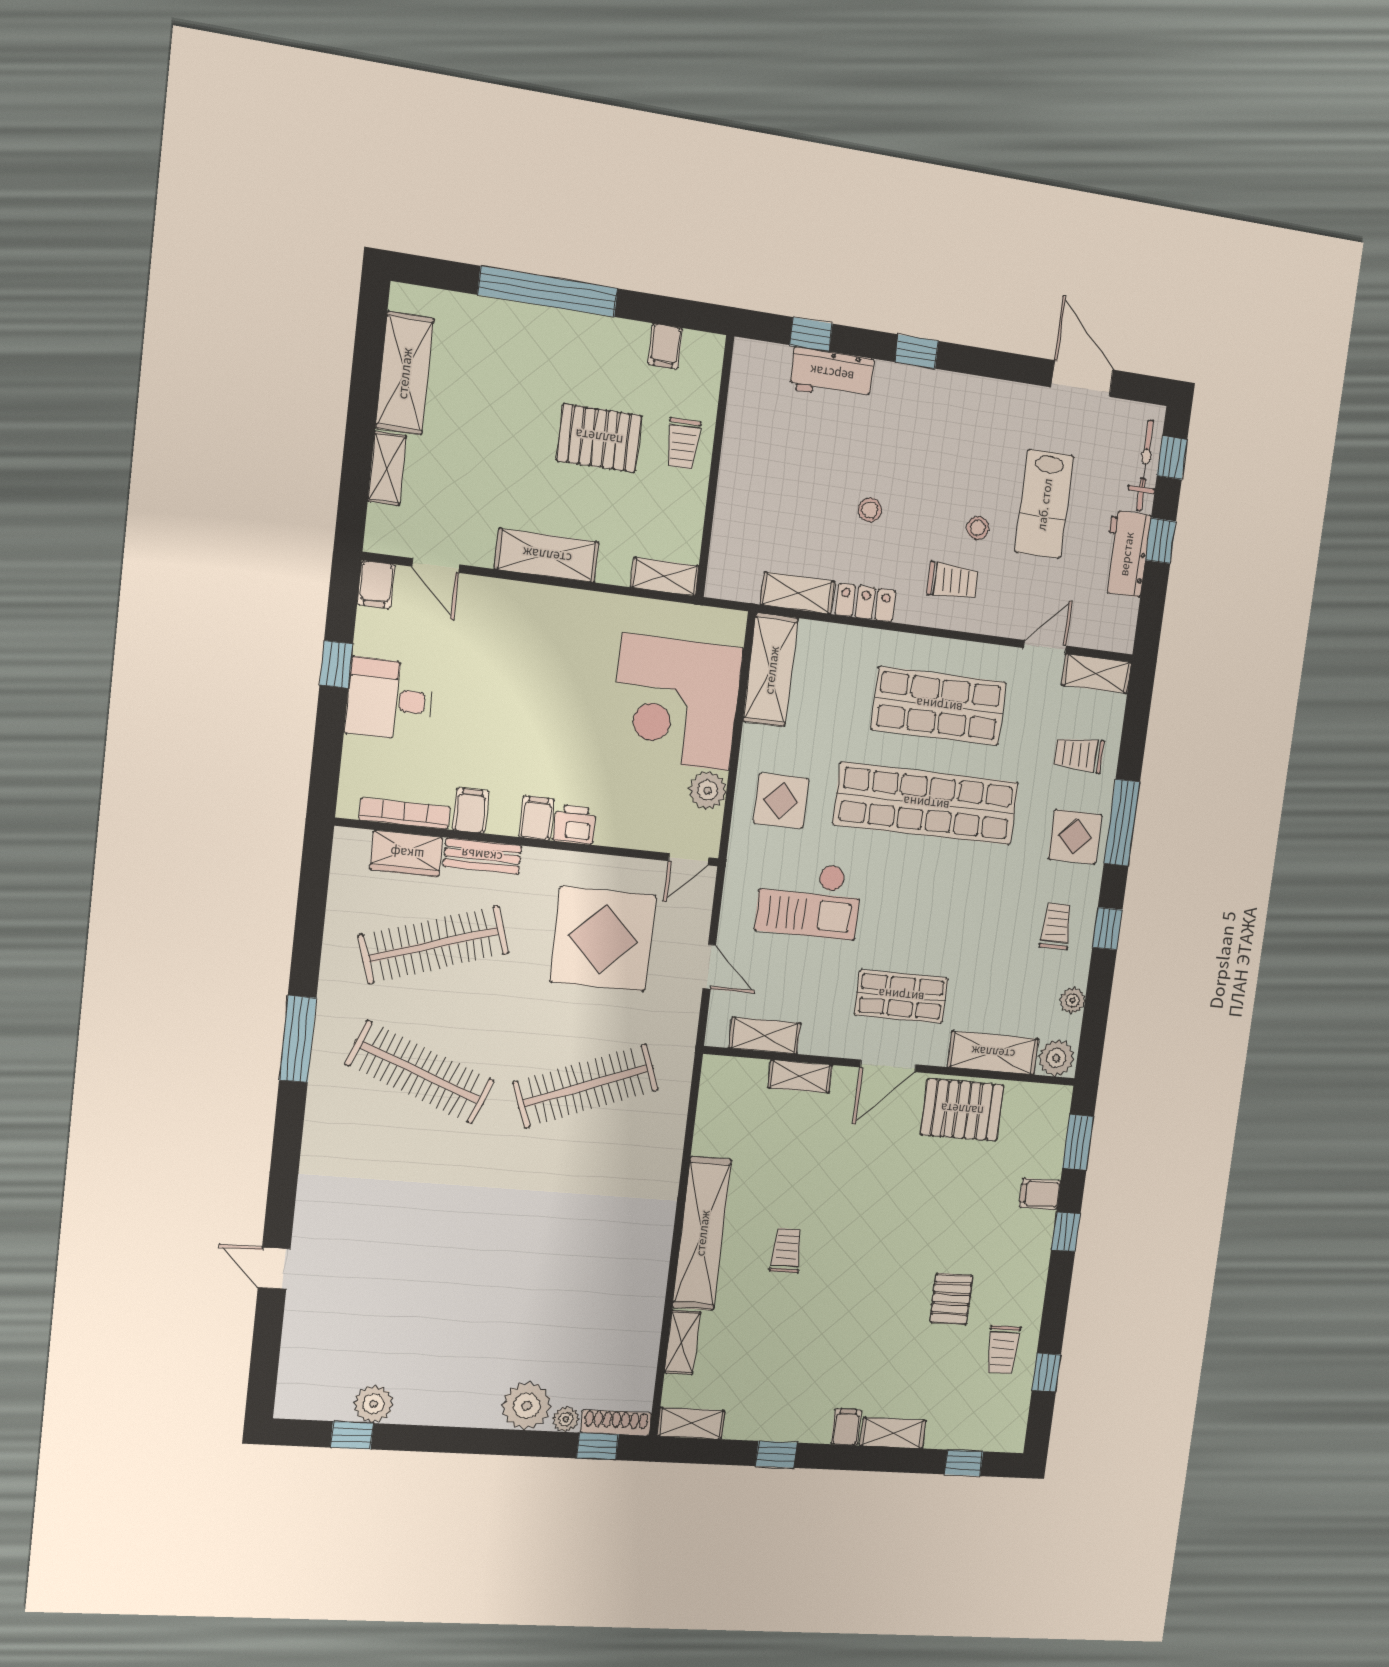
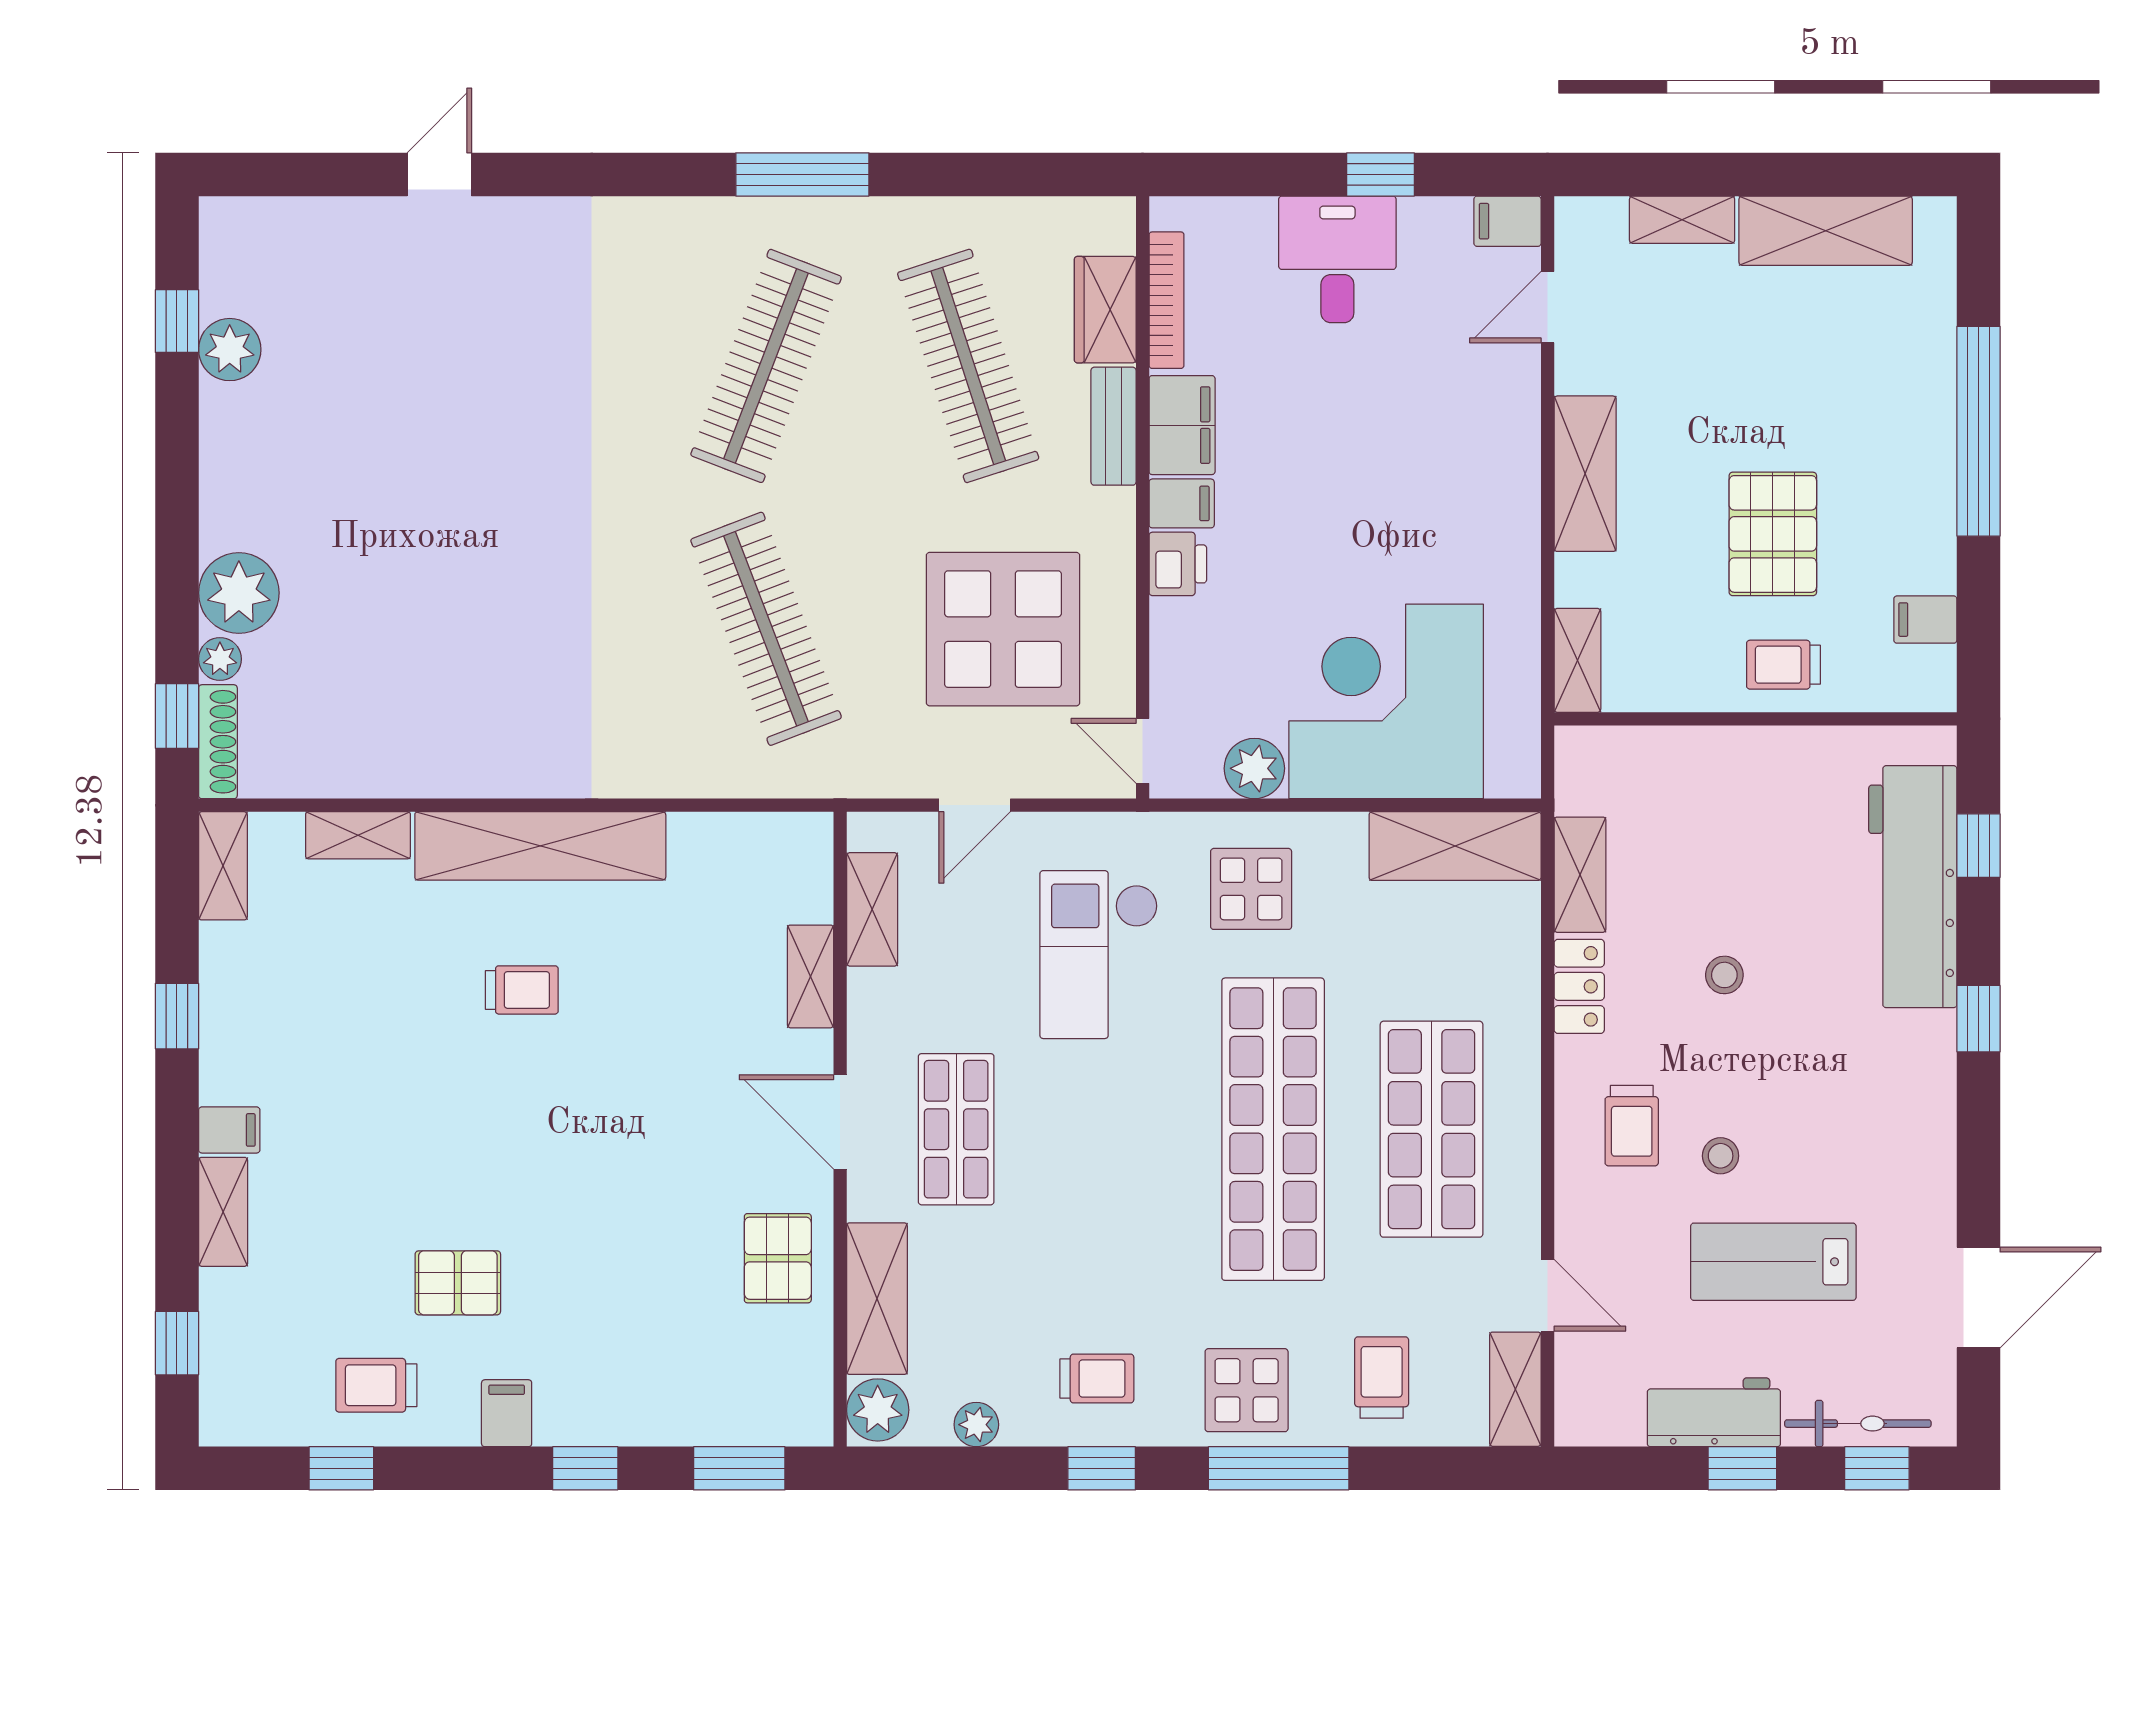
workbench: (832, 374) -> (1913, 887), width x1.88, depth x1.32
filing cabinet: (471, 810) -> (1182, 425), width x2.00
pallet: (962, 1110) -> (778, 1258), width x0.67, depth x0.71
filing cabinet: (1040, 1194) -> (507, 1413), moved

